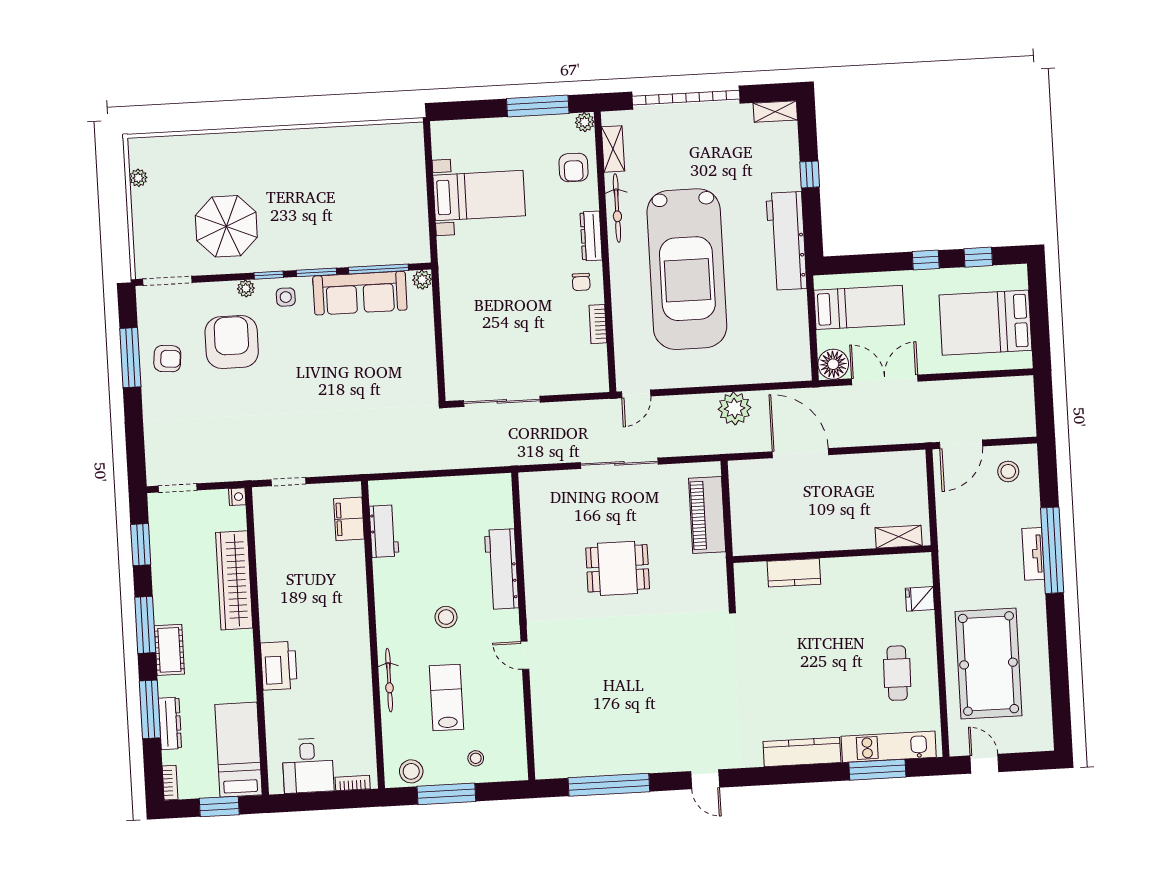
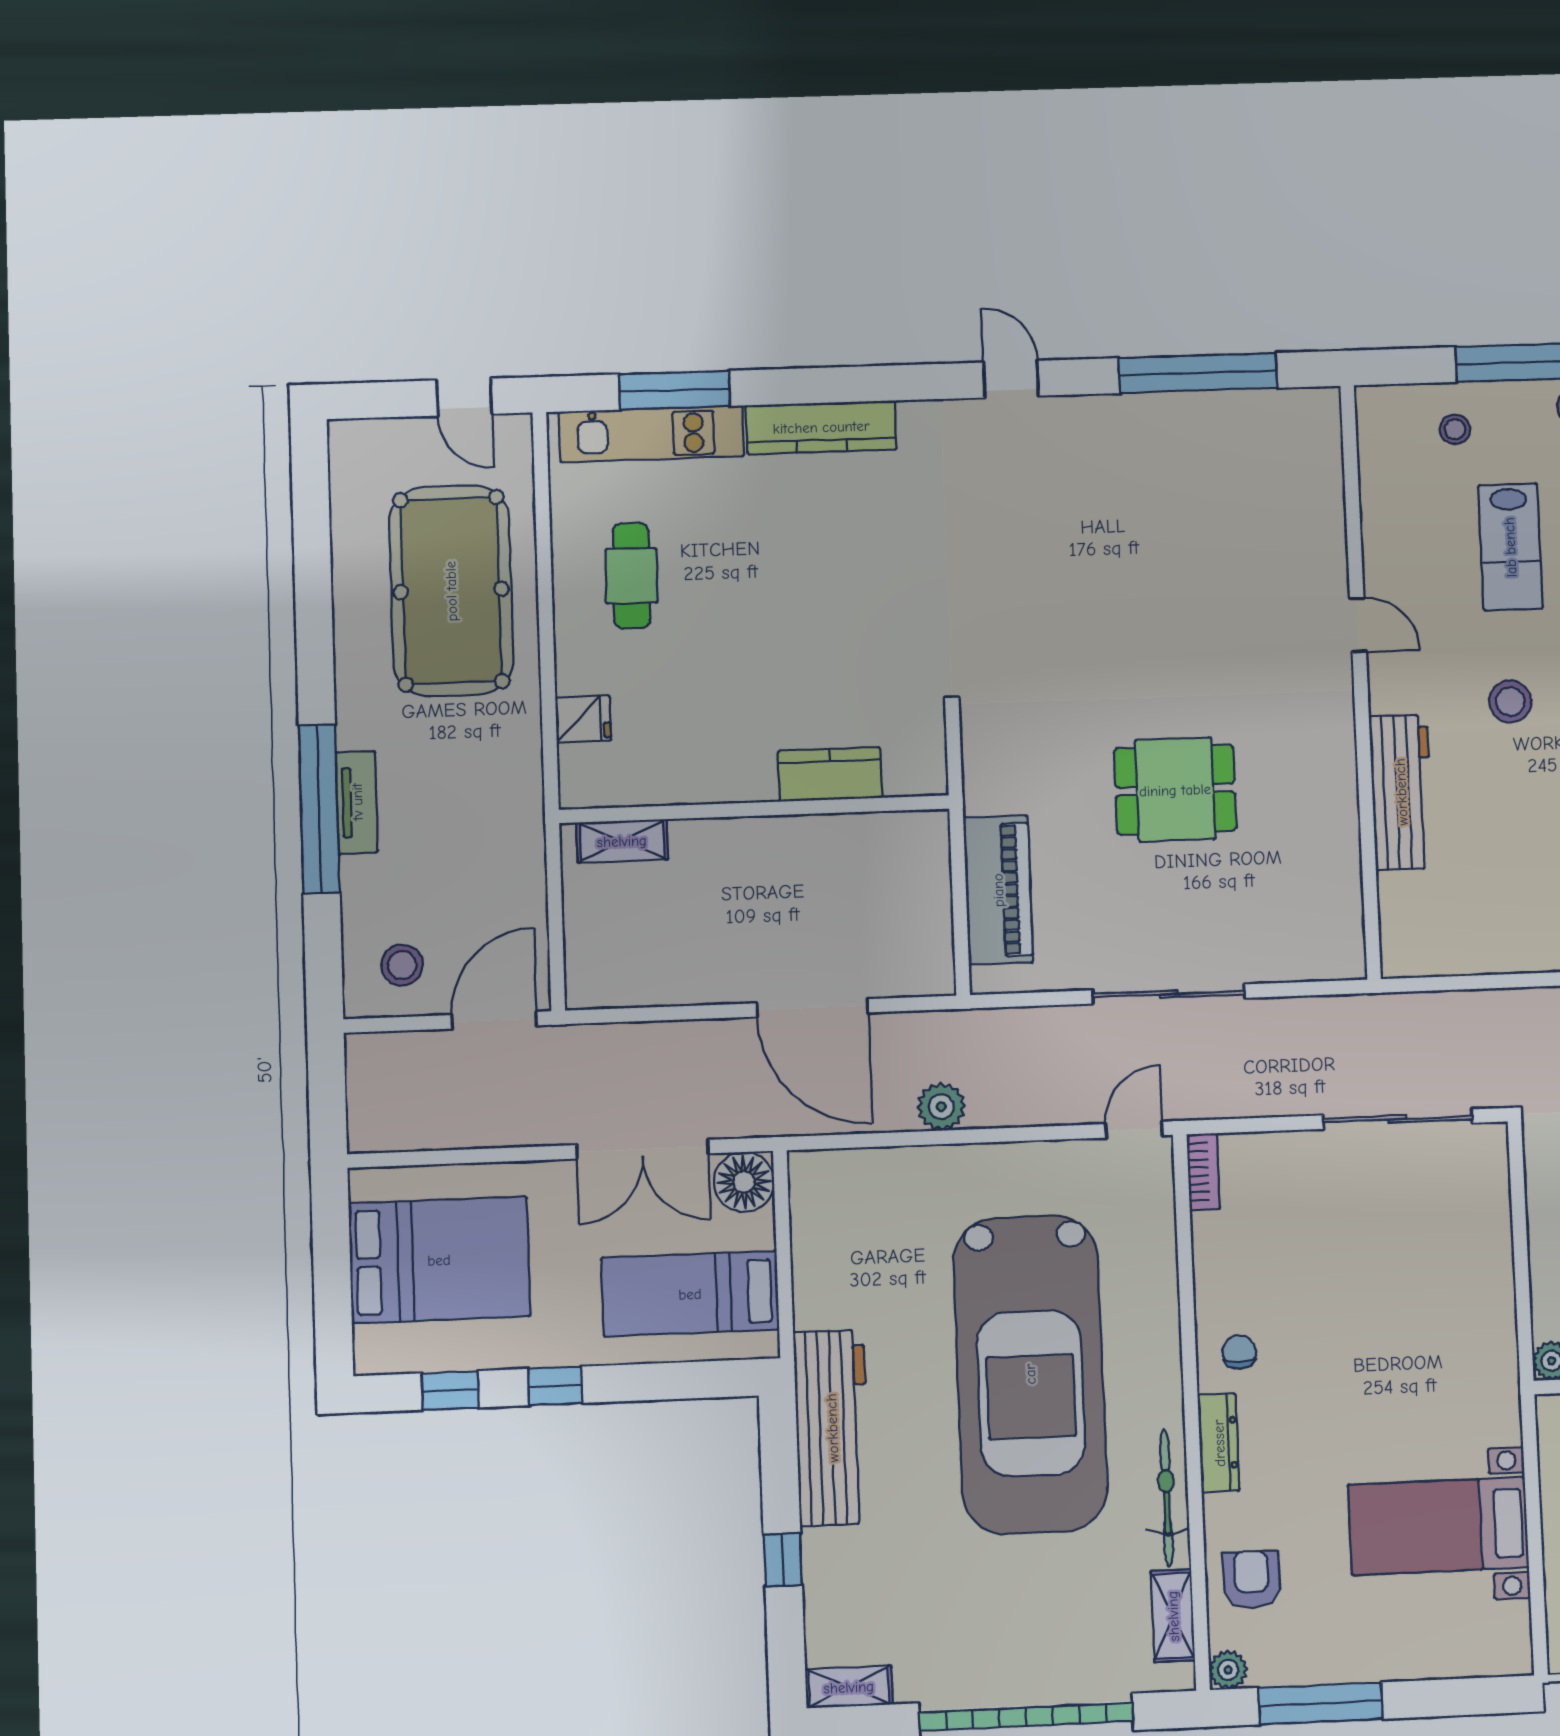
car: (687, 269) -> (1030, 1374), turned 180
bookcase: (598, 324) -> (1203, 1172), moved
plant: (734, 408) -> (941, 1107), width x0.73, depth x0.73

